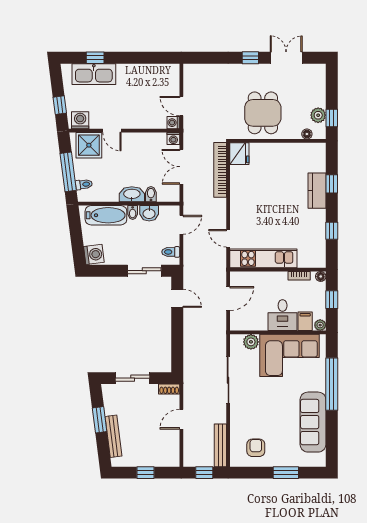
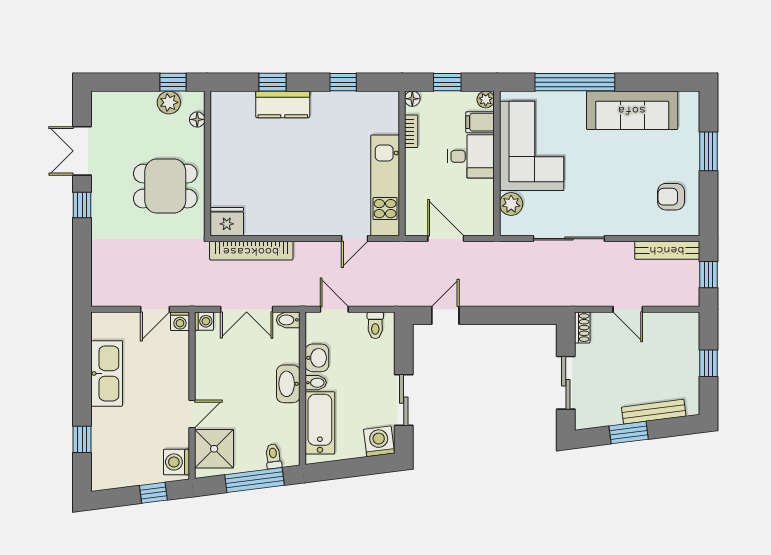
kitchen sink: (94, 74) -> (107, 373), moved
bidet: (151, 194) -> (288, 320), moved
sliding door: (144, 271) -> (404, 400), moved

